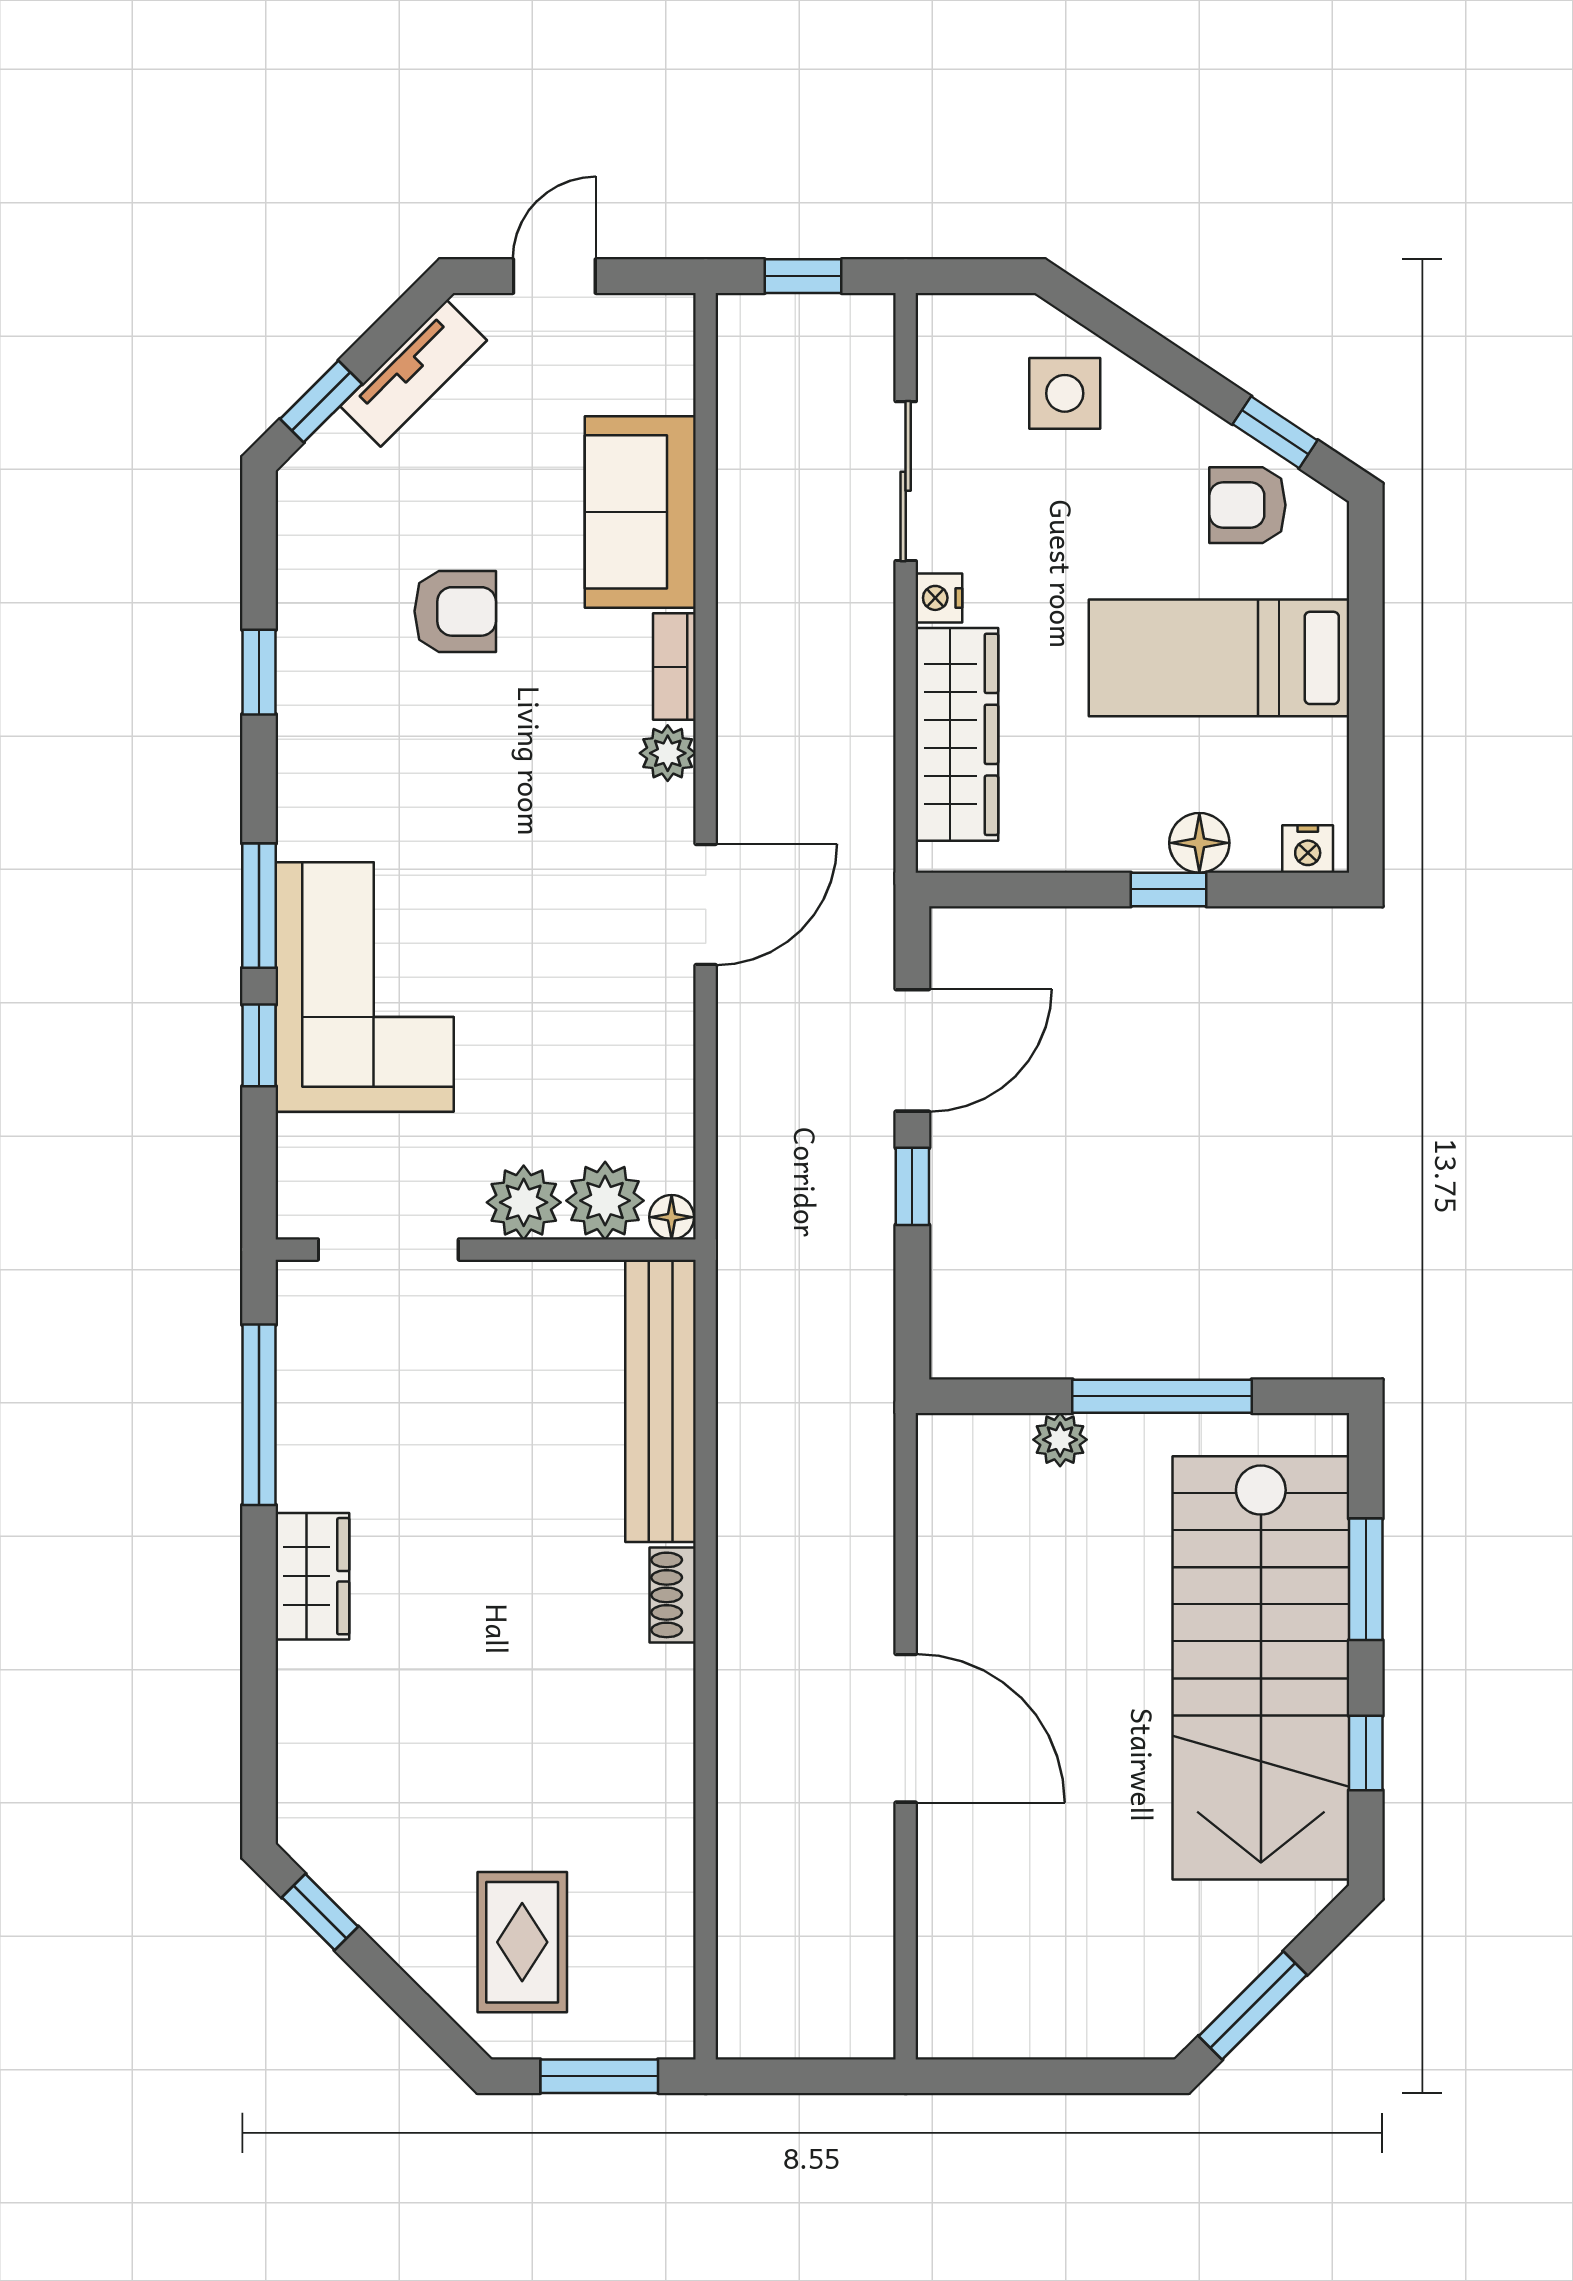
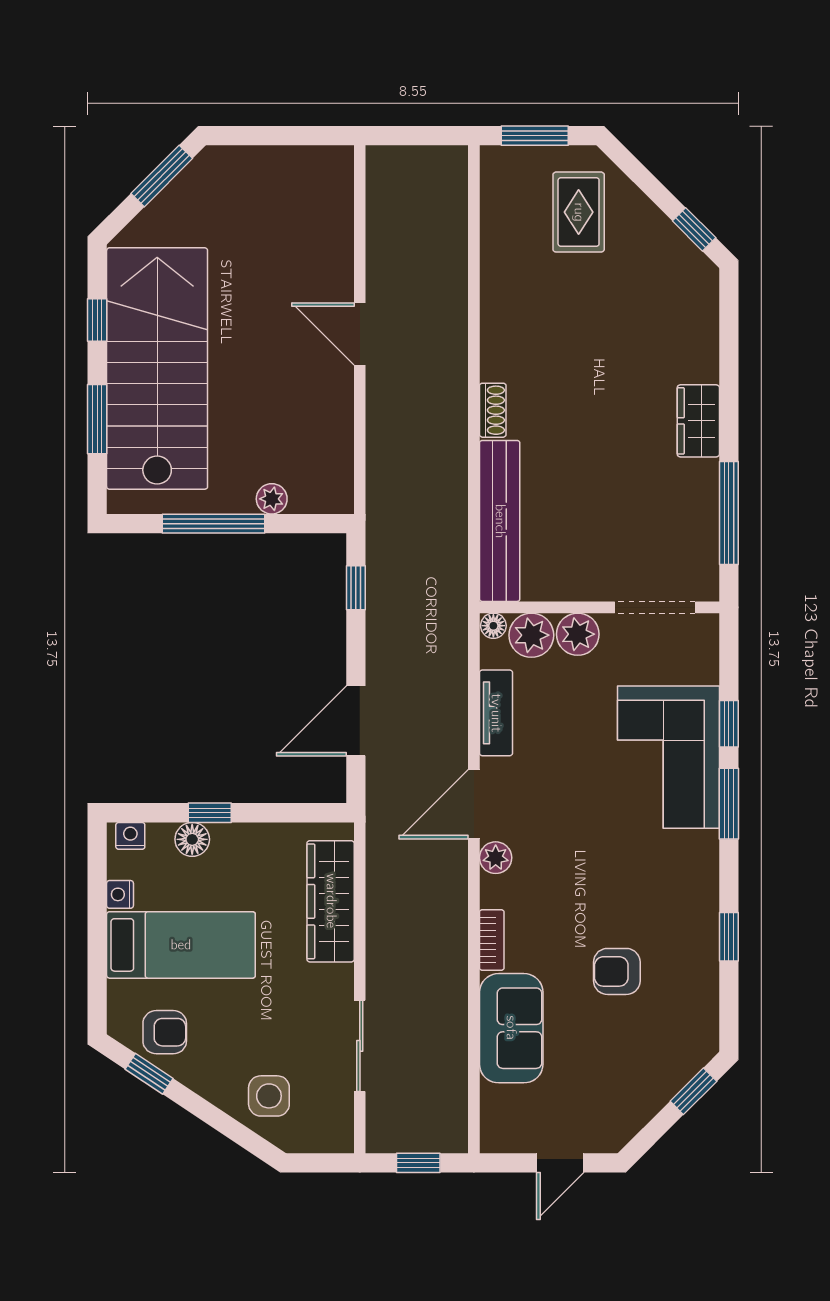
tv unit: (414, 373) -> (496, 713), moved, turned 135
nightstand: (939, 598) -> (120, 894), moved, turned 180
plant: (668, 753) -> (496, 858), moved
window: (912, 1186) -> (356, 588), moved
door: (906, 1728) -> (360, 334), width x0.73

